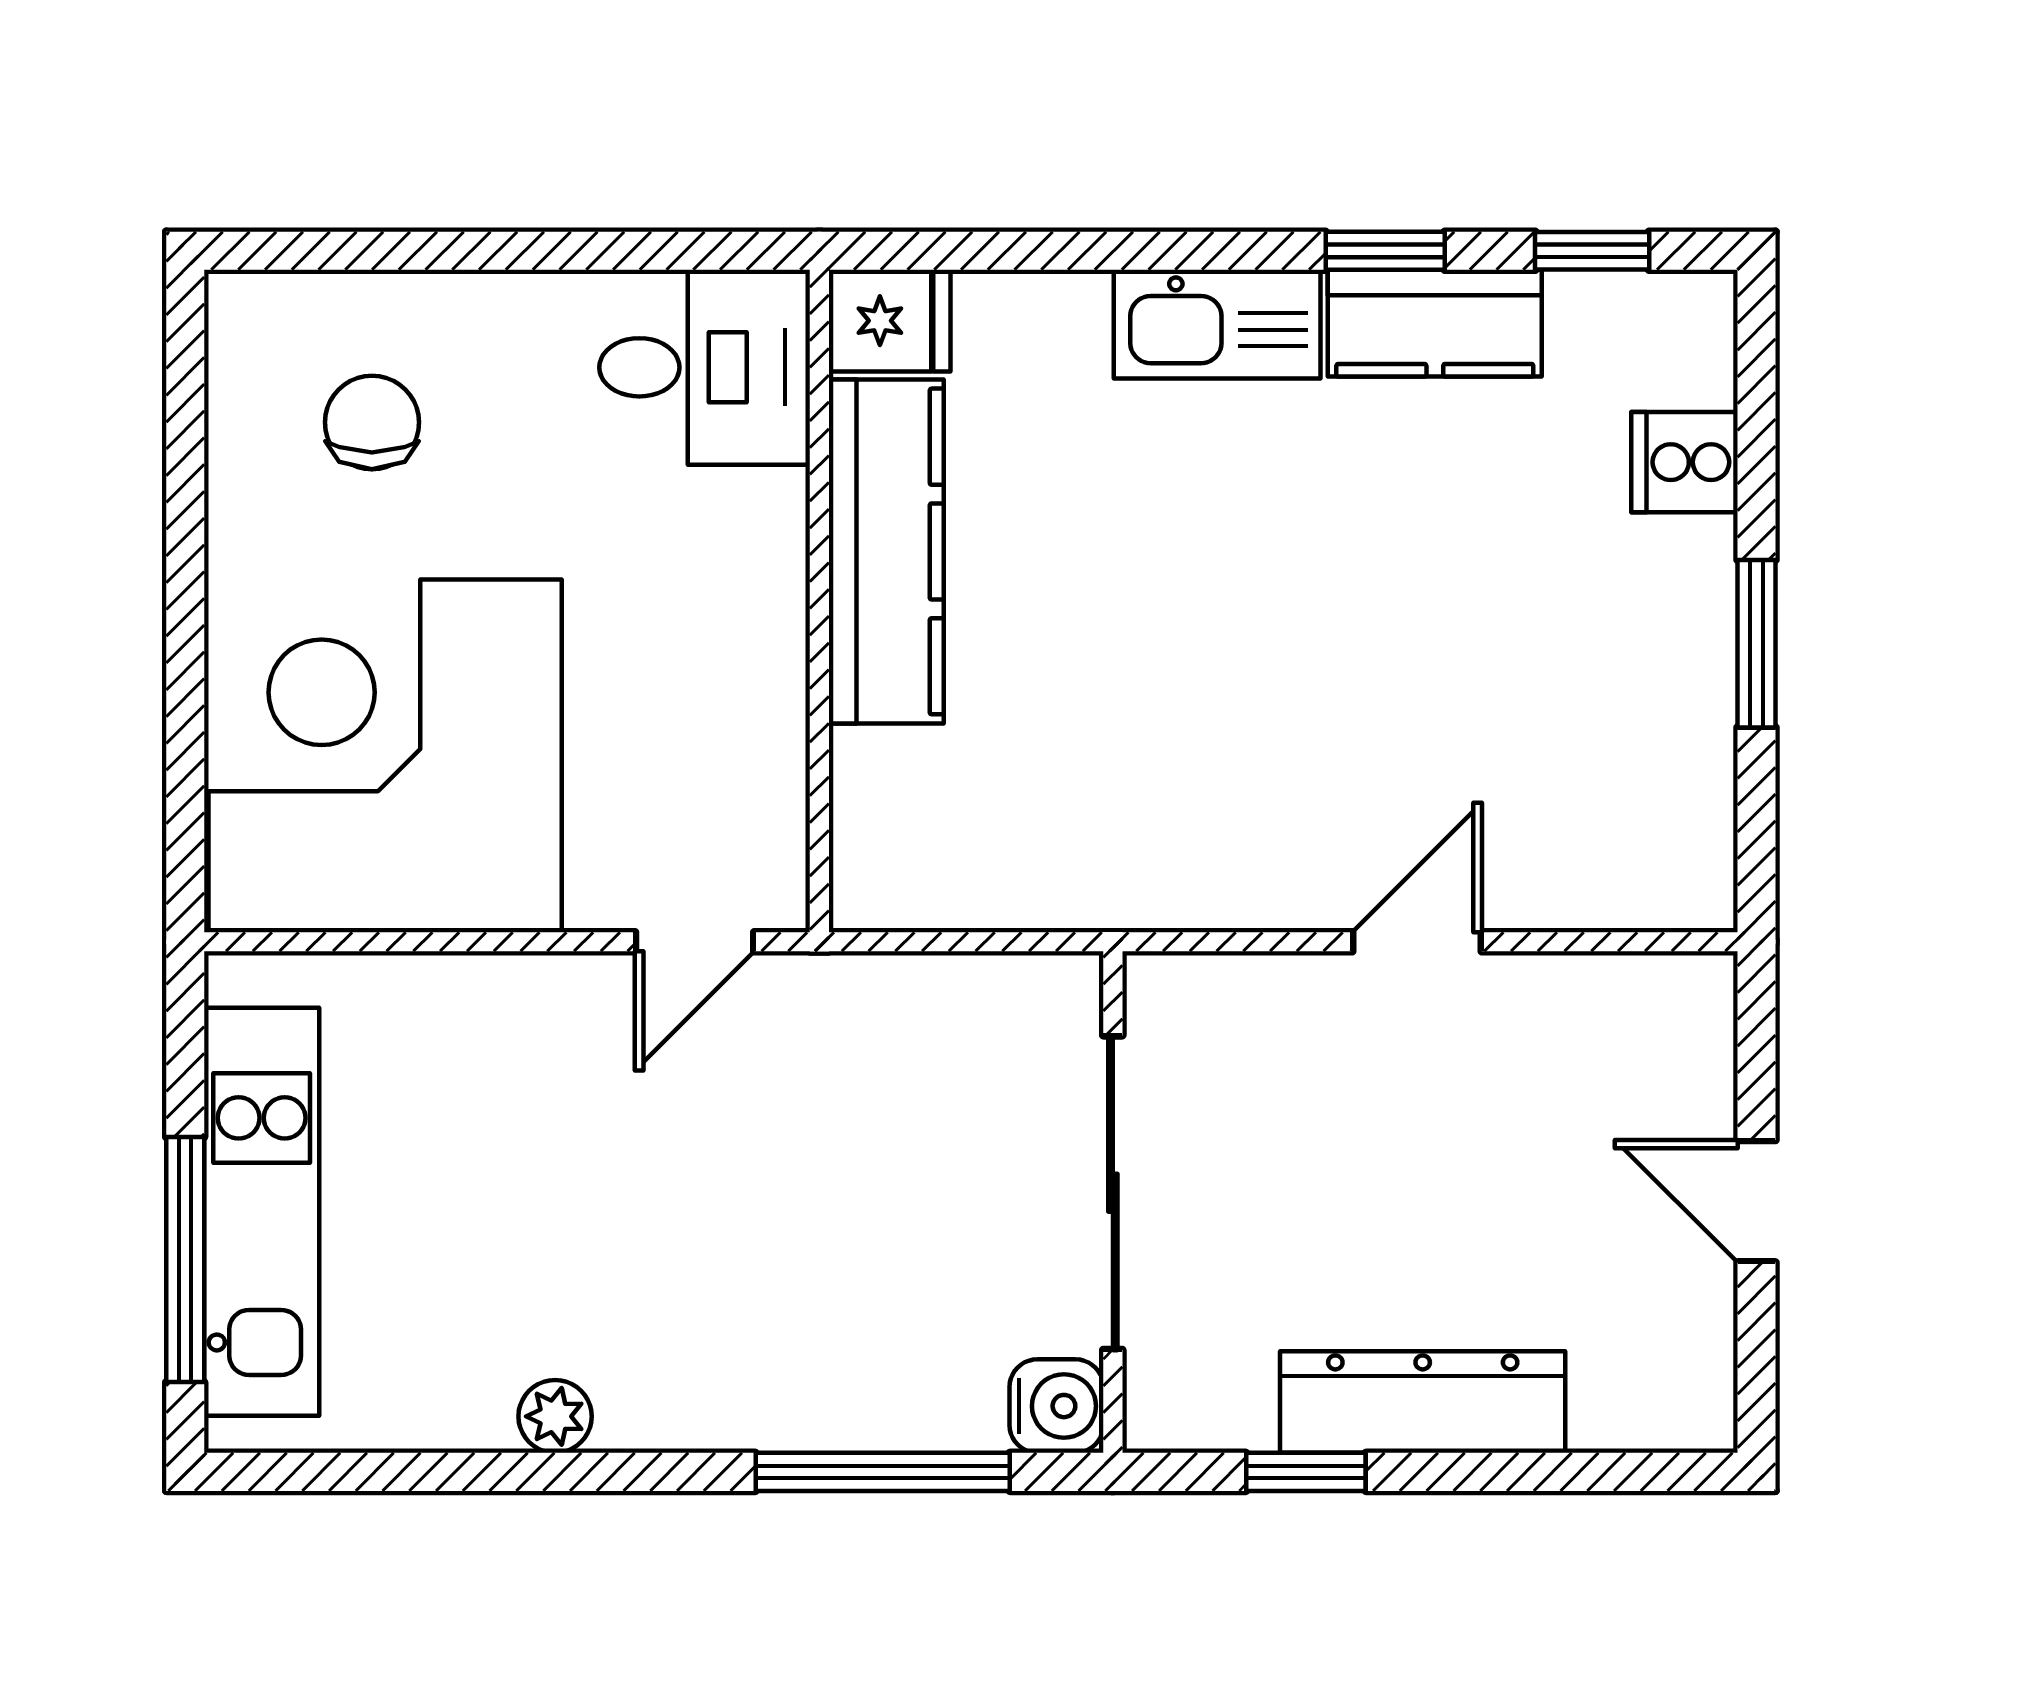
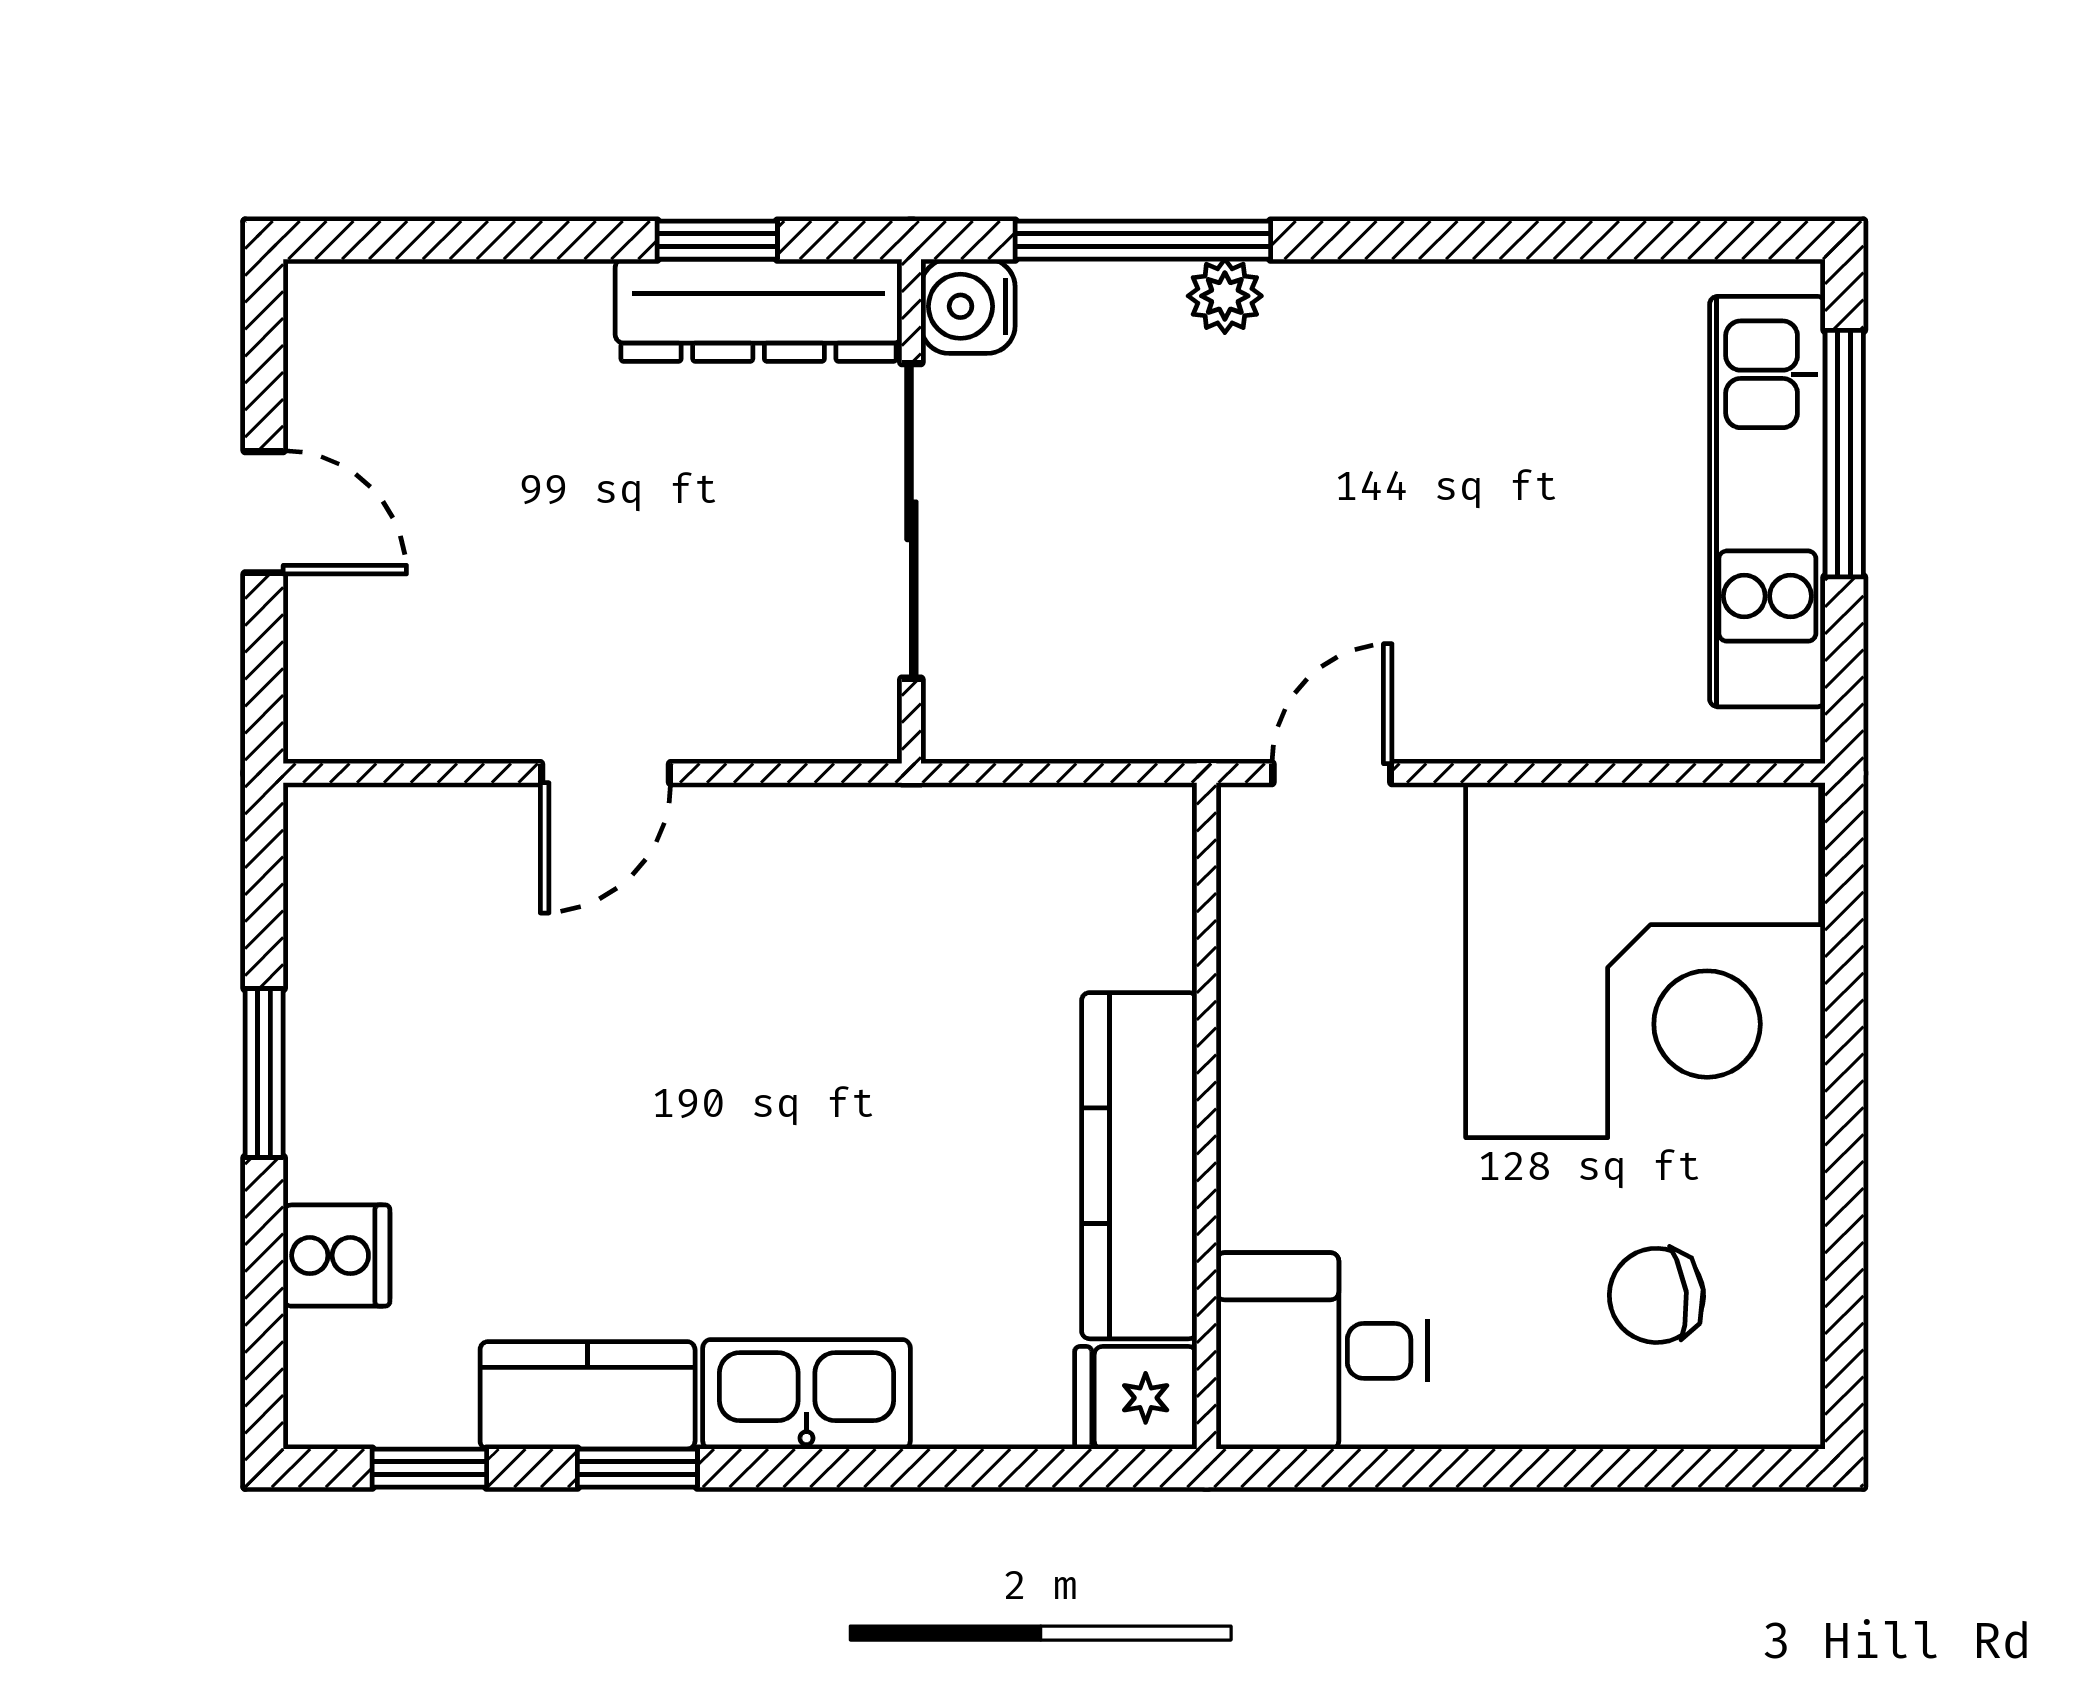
chair: (372, 422) -> (1656, 1295), turned 83
dresser: (1423, 1402) -> (759, 310), moved
plant: (555, 1416) -> (1225, 296), moved

